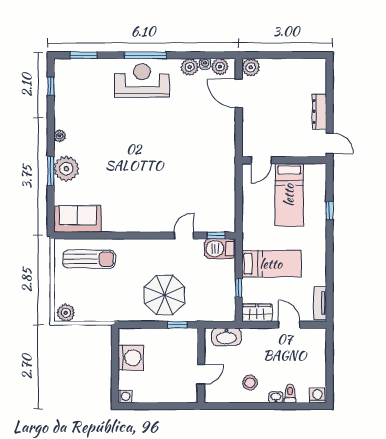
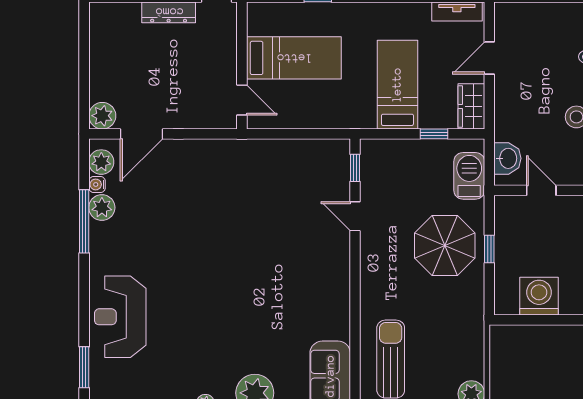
window: (145, 55) -> (84, 221), moved
reception desk: (142, 81) -> (120, 317), moved
barbecue: (220, 249) -> (469, 176), moved, turned 180
window: (177, 325) -> (489, 249), moved
washbasin: (226, 337) -> (507, 158), width x0.72
door: (201, 374) -> (541, 190), moved

